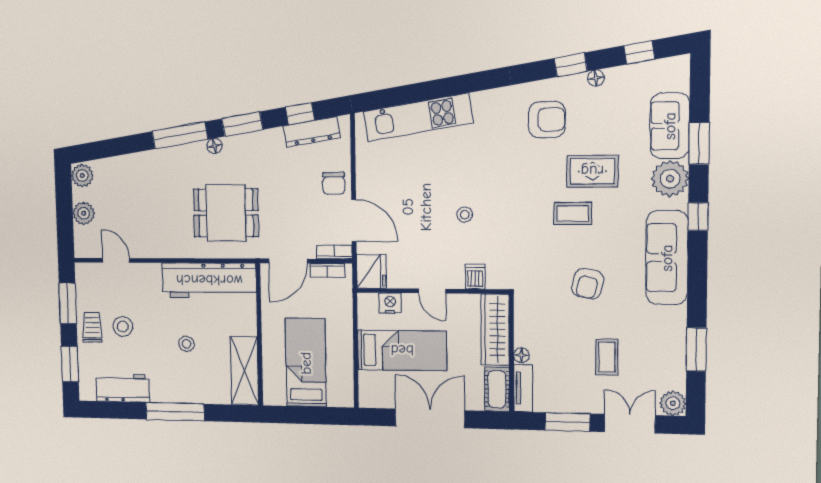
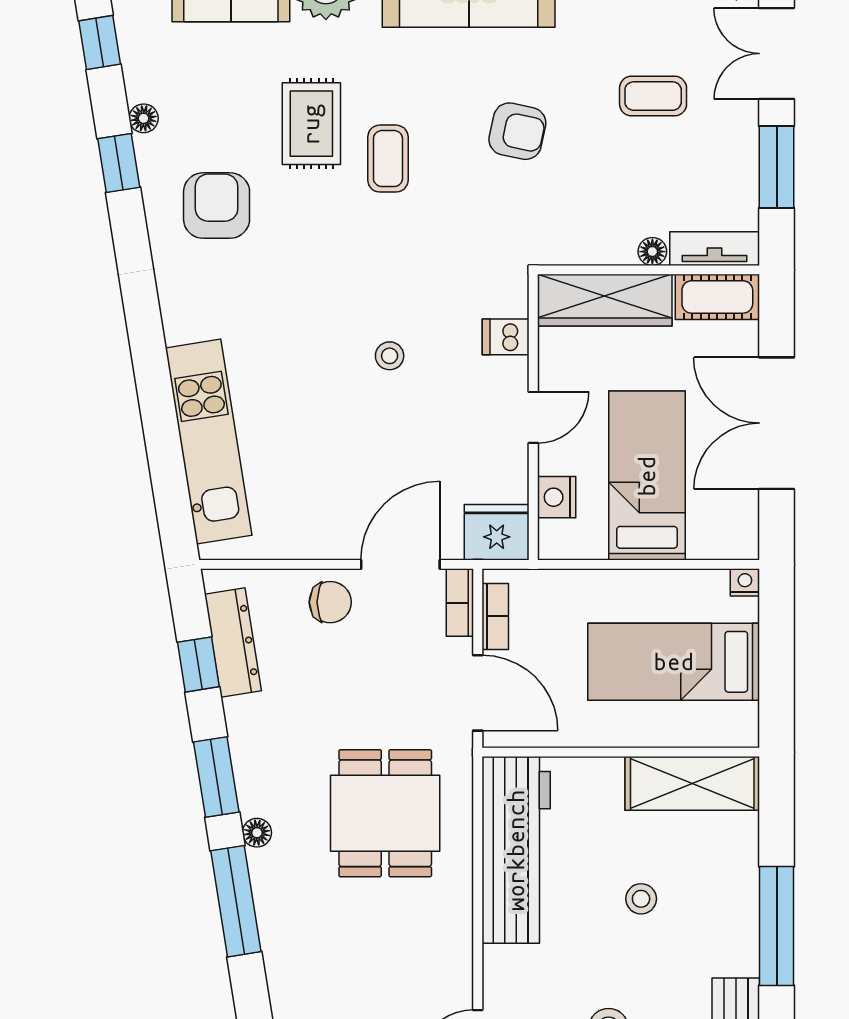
nightstand: (347, 400) -> (745, 582), added

